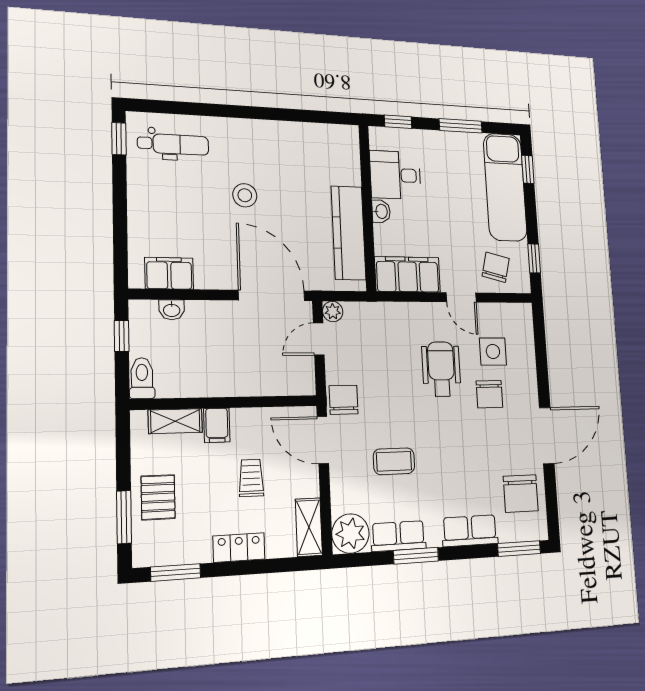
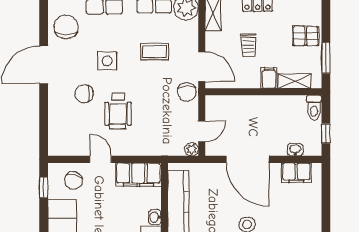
door: (272, 295) -> (248, 159), moved
side table: (493, 351) -> (107, 61), moved
chair: (489, 394) -> (84, 94), turned -90
pallet: (158, 497) -> (306, 36), turned 90
window: (124, 517) -> (326, 58), moved

